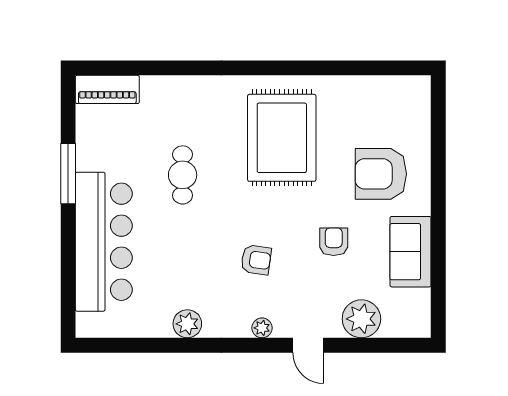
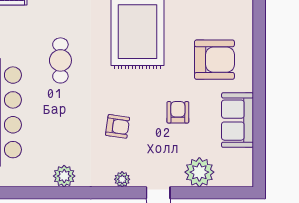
armchair: (381, 174) -> (214, 60), turned 180

